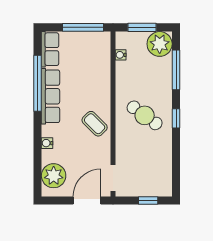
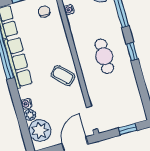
chair: (94, 50) -> (44, 12), added
cafe table: (145, 115) -> (104, 56), turned 54
plant: (48, 156) -> (30, 115), added

